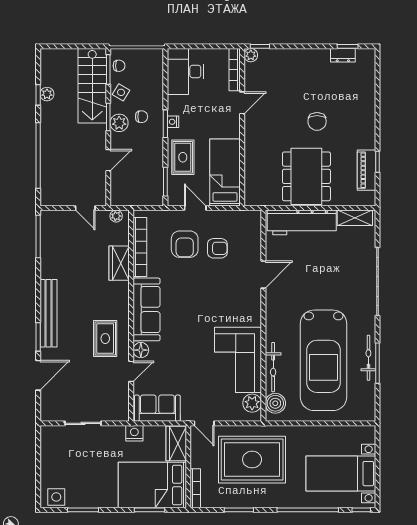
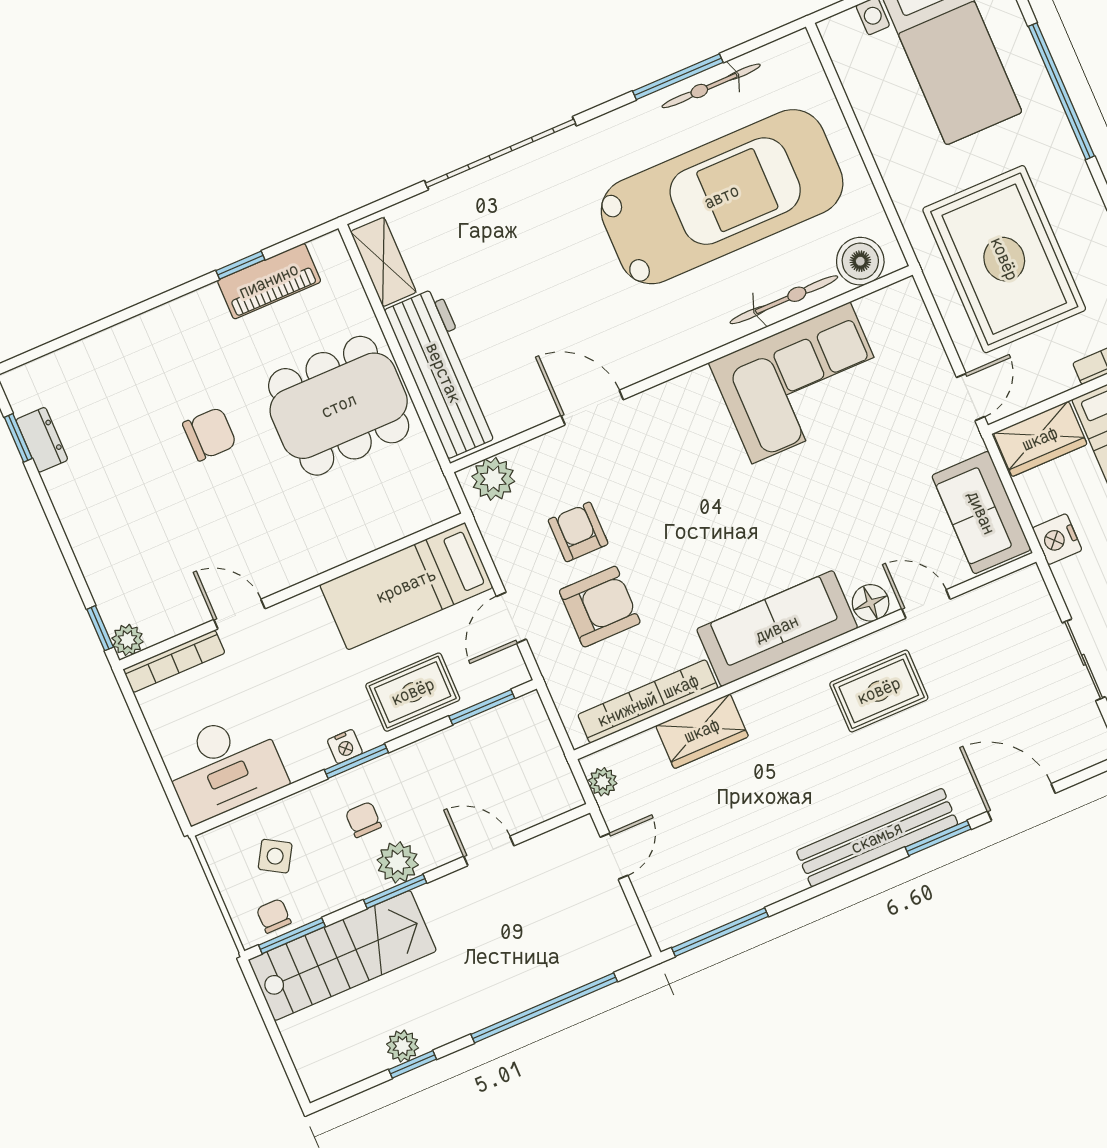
side table: (121, 92) -> (275, 856), moved
bicycle: (368, 358) -> (711, 86), moved
plant: (252, 403) -> (493, 479), moved

